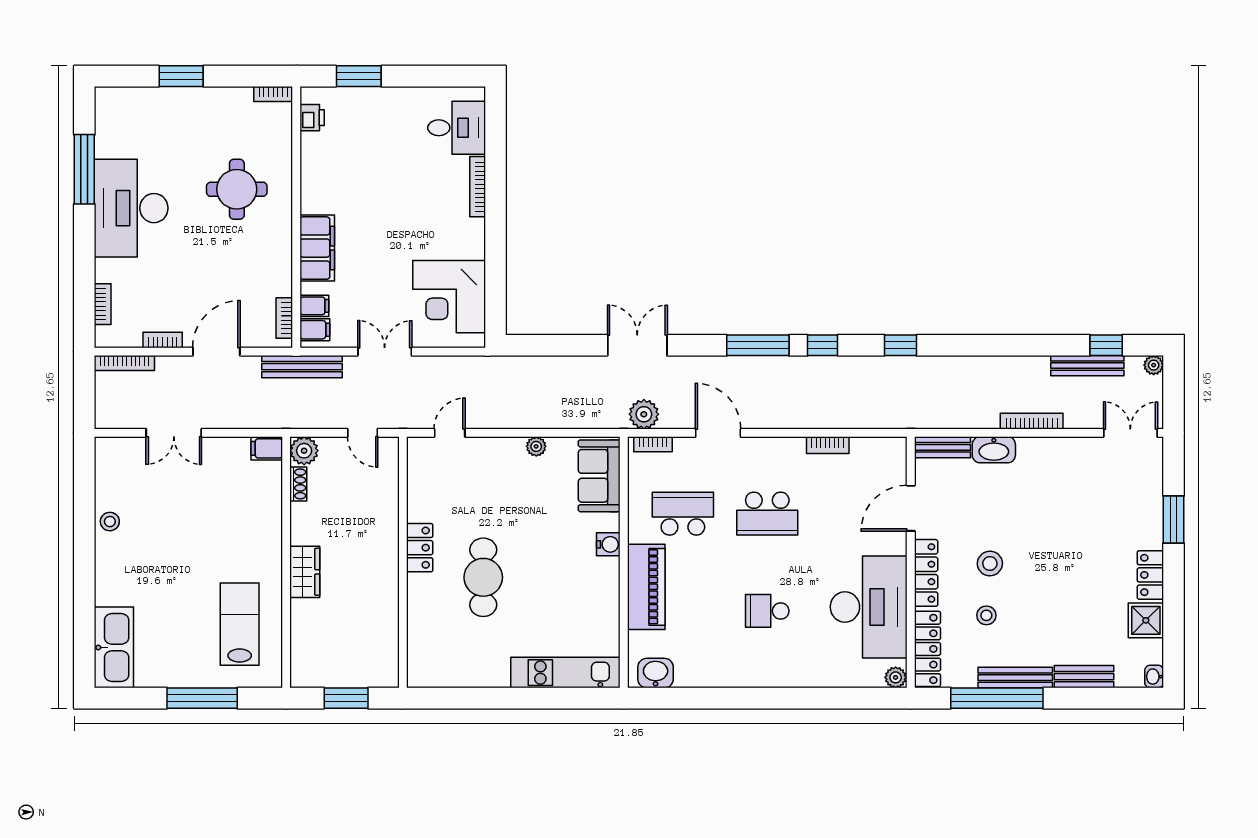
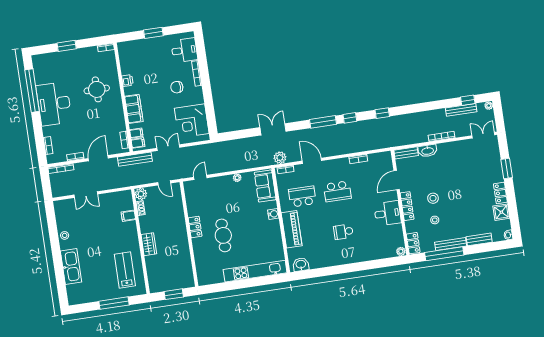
window: (359, 76) -> (153, 33), moved
printer: (312, 118) -> (127, 81), moved
window: (84, 169) -> (32, 91), width x1.46
chair: (426, 212) -> (177, 87), added
filing cabinet: (267, 448) -> (128, 216), moved
desk: (869, 607) -> (388, 213), width x0.53, depth x0.77
kitchen sink: (114, 647) -> (71, 267), moved
locker: (927, 649) -> (413, 243), width x0.66
kitchen unit: (565, 673) -> (255, 271), width x1.36

